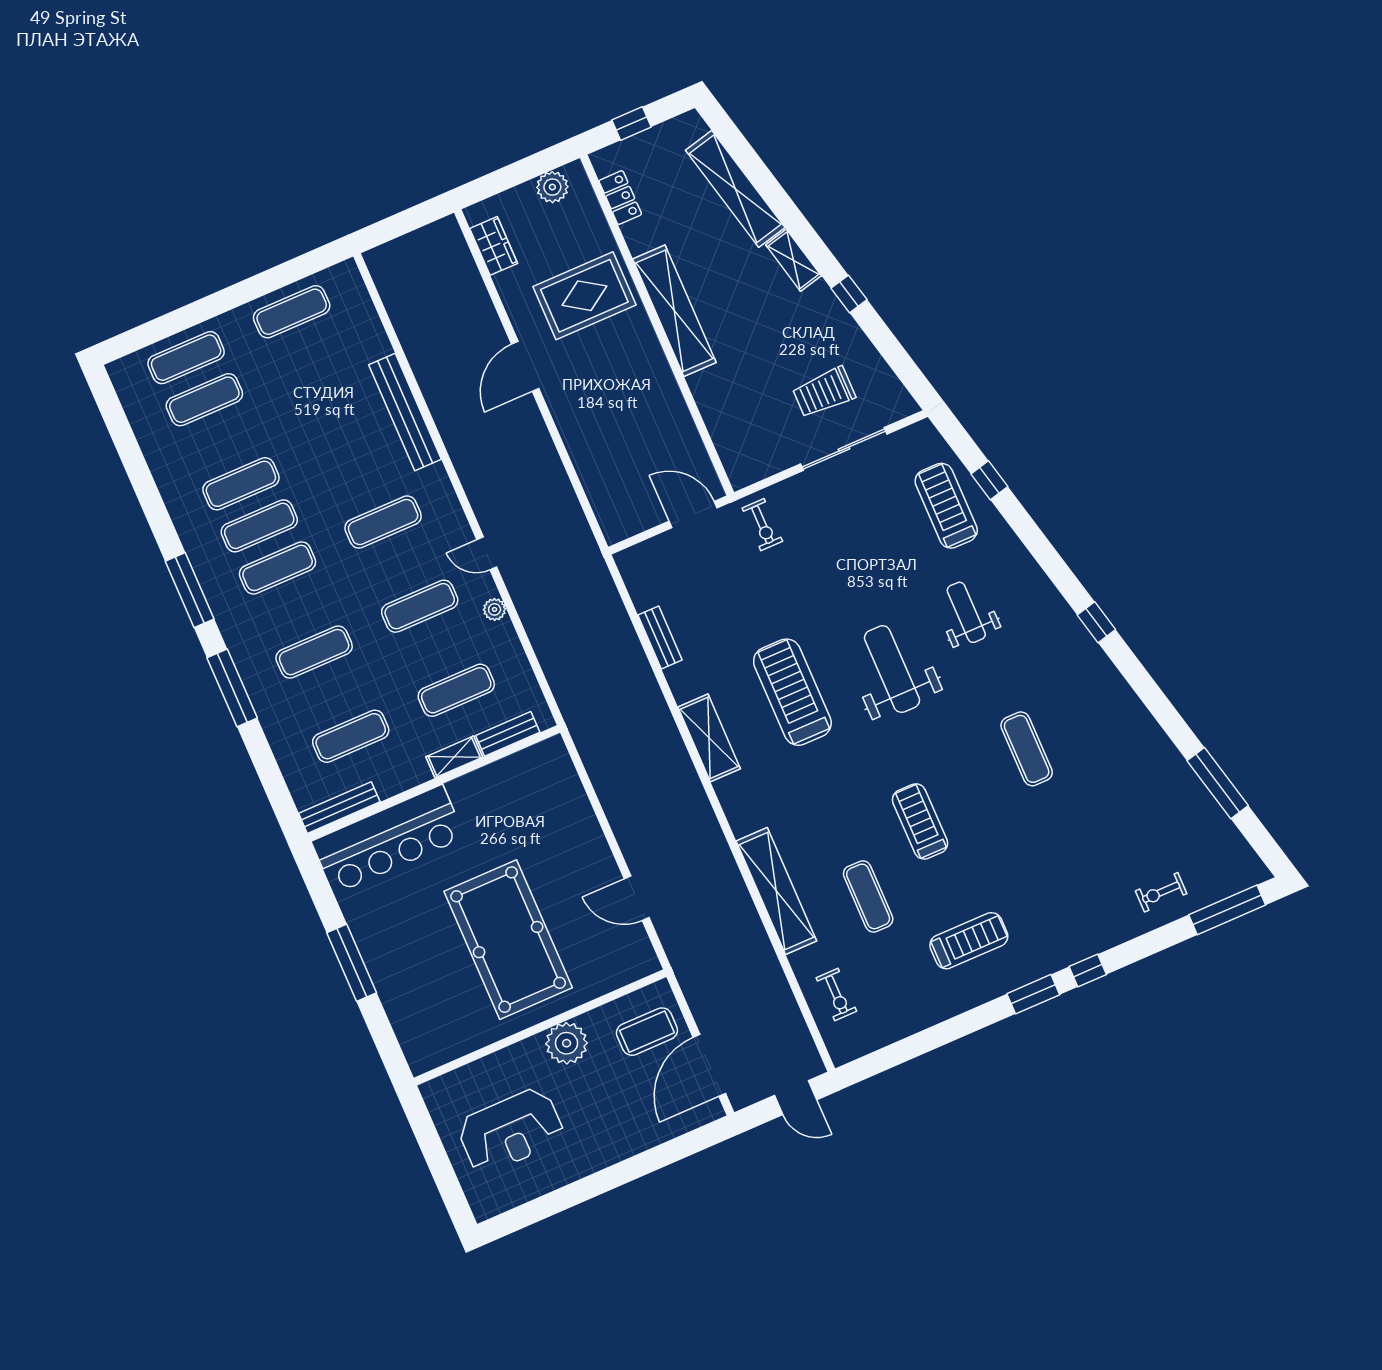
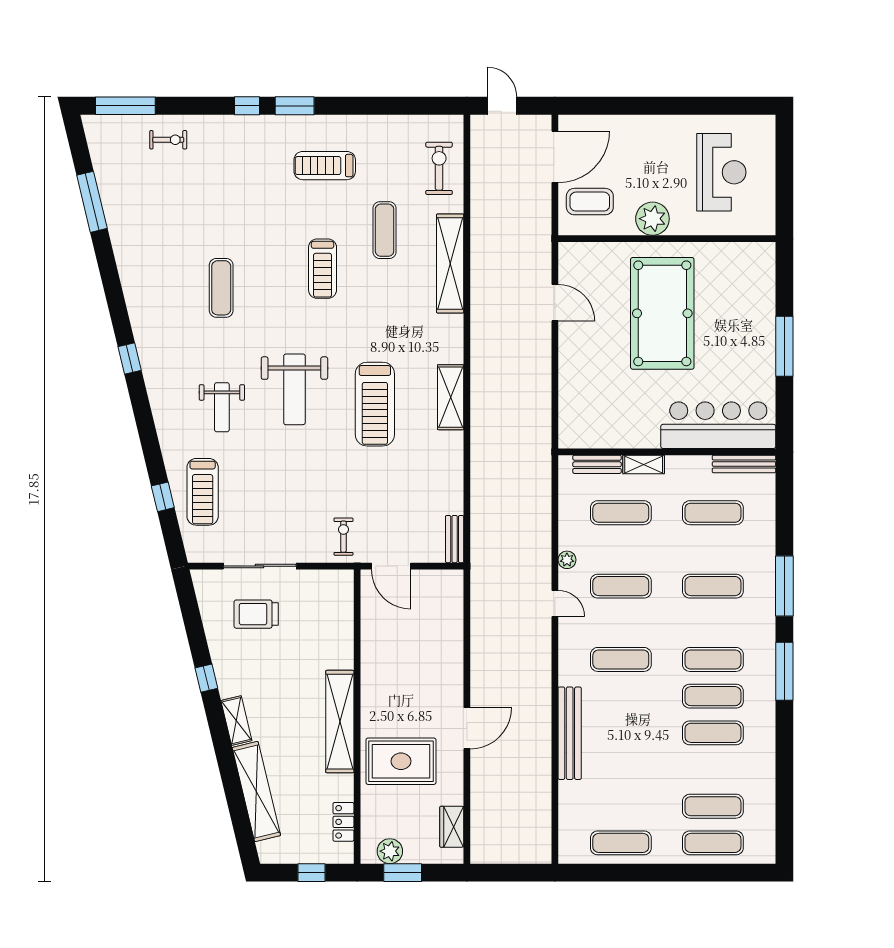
window: (527, 169) -> (403, 873), added
trolley: (824, 392) -> (256, 614), turned 180
bench: (660, 638) -> (455, 539), moved
exercise bike: (836, 995) -> (439, 168), width x1.38, depth x1.39
reception desk: (511, 1131) -> (721, 172), turned 90

